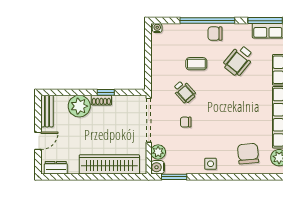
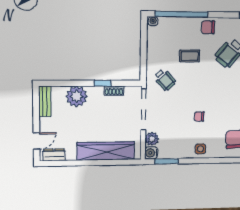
window: (207, 21) -> (182, 14), moved
wheelchair: (184, 92) -> (165, 80), moved
shoe rack: (101, 100) -> (114, 91), moved
chair: (186, 122) -> (199, 116), moved
door: (38, 141) -> (36, 141), moved

